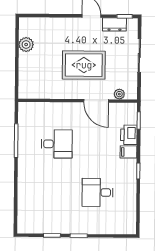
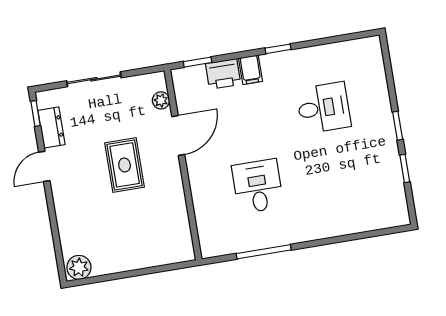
plant: (26, 45) -> (79, 267), moved
rug: (84, 65) -> (125, 165), width x0.73, depth x0.70
desk: (98, 192) -> (324, 108), turned -90

